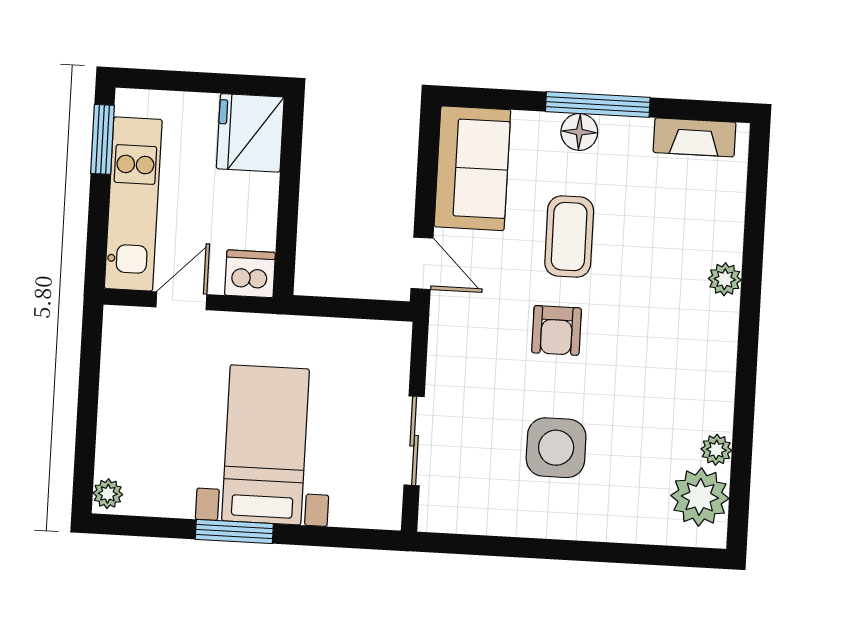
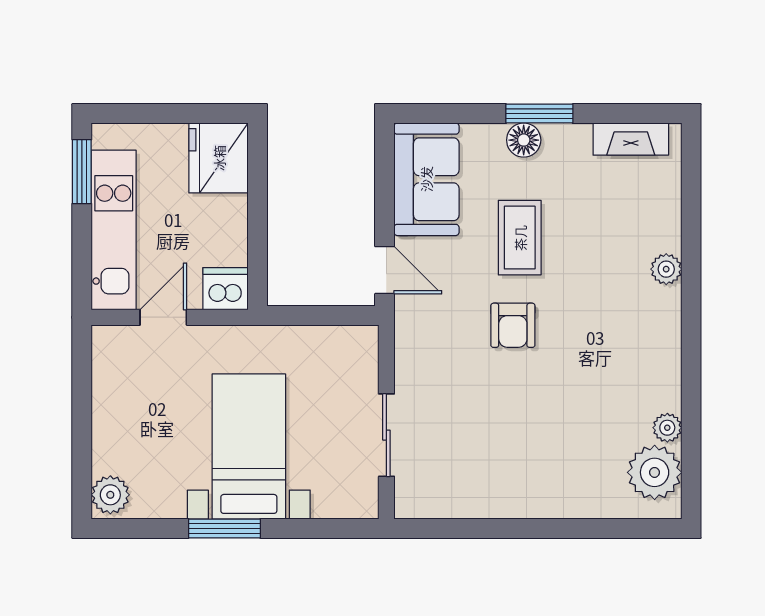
window: (598, 104) -> (539, 114), width x0.69
side table: (556, 448) -> (519, 434), removed
plant: (108, 494) -> (110, 495), width x1.38, depth x1.38

